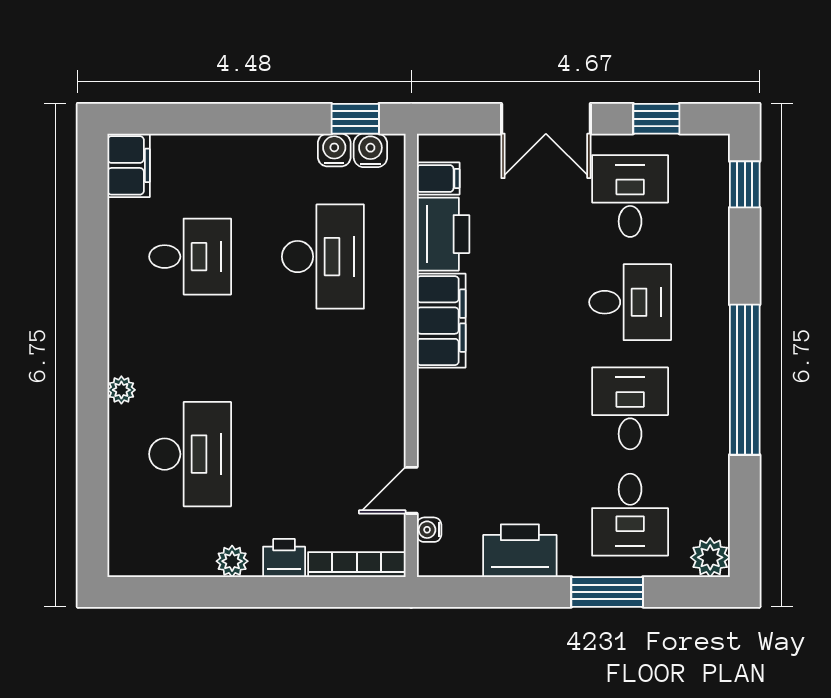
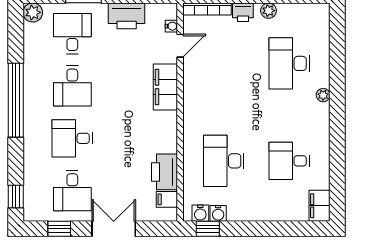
filing cabinet: (441, 321) -> (165, 87), moved

